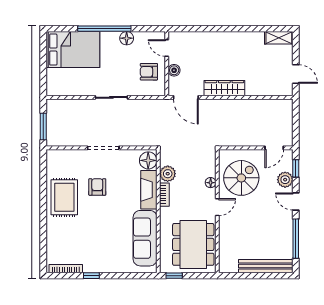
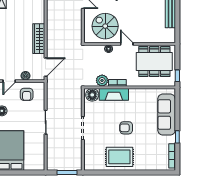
armchair: (97, 187) -> (126, 128), moved
sofa: (145, 238) -> (167, 115), moved, turned 90

